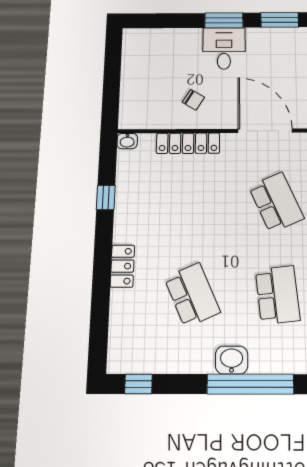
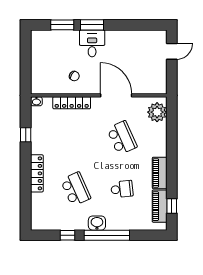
window: (280, 20) -> (62, 25), moved
locker: (122, 266) -> (37, 173), width x1.53
school desk: (278, 295) -> (122, 189), width x0.54
window: (138, 384) -> (68, 235), moved

